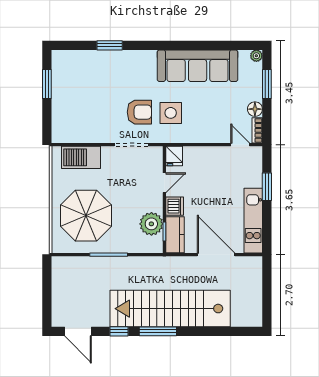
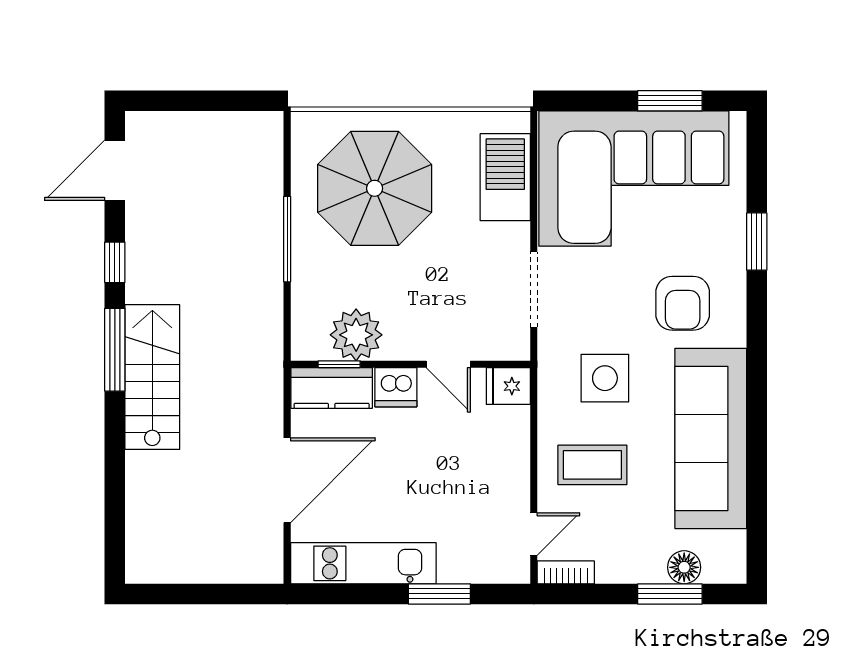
plant: (256, 56) -> (733, 570), removed
corner sofa: (82, 100) -> (634, 179), added
floor lamp: (255, 109) -> (684, 567), moved
armchair: (139, 112) -> (683, 303), moved
coffee table: (209, 118) -> (592, 465), added
stairs: (170, 309) -> (152, 377), width x0.54, depth x0.66

